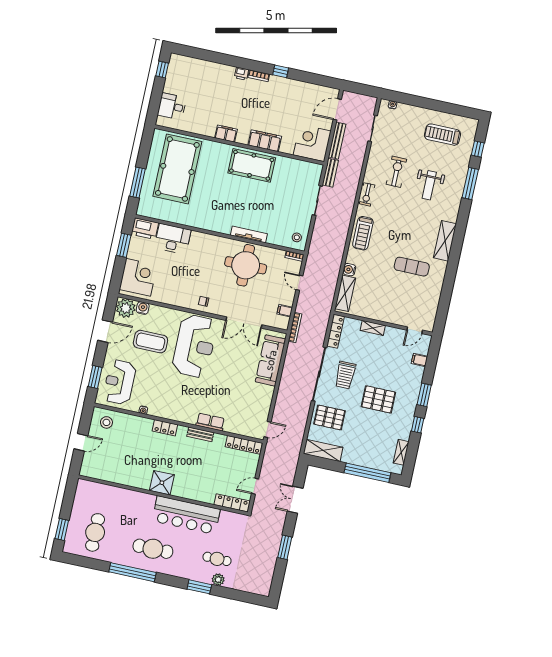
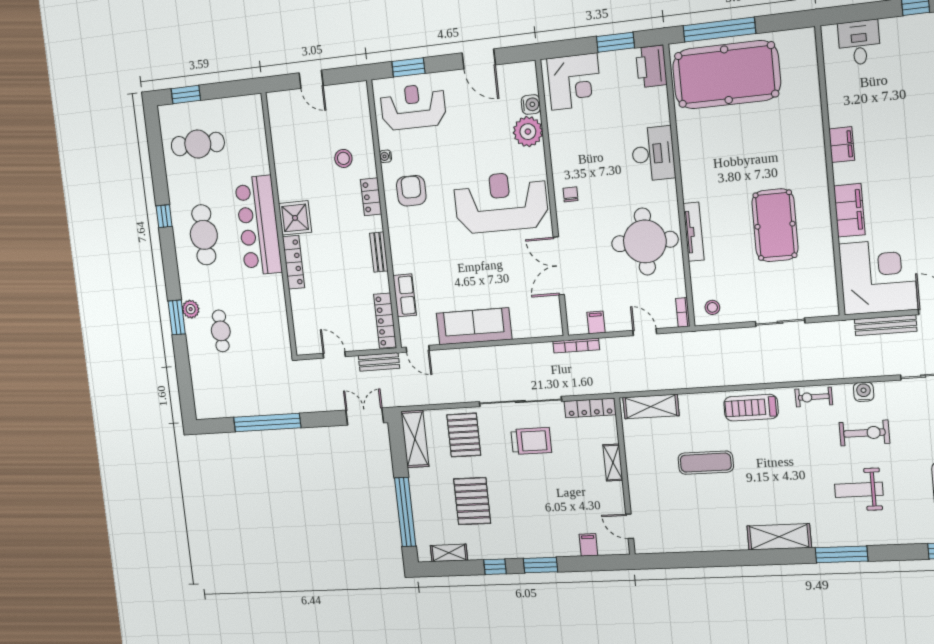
corner desk: (312, 143) -> (878, 277), width x1.36, depth x1.36
pool table: (252, 165) -> (775, 225), moved
pool table: (177, 169) -> (726, 75), moved
bench: (330, 173) -> (379, 362), moved
window: (137, 182) -> (719, 30), width x1.46
window: (470, 184) -> (842, 554), moved
desk: (173, 239) -> (653, 154), moved
exercise mat: (412, 267) -> (706, 463), moved, turned 90
water cooler: (349, 270) -> (864, 392), moved
door: (299, 283) -> (645, 332), hinge flipped
plant: (126, 308) -> (528, 132), moved
coffee table: (150, 342) -> (486, 133), removed
reception desk: (195, 346) -> (501, 202), turned 180
sofa: (270, 360) -> (474, 326), moved
trolley: (345, 375) -> (531, 441), turned 180
pallet: (378, 399) -> (472, 501), moved
armchair: (170, 400) -> (411, 191), added
stool: (106, 422) -> (343, 158), moved
row of seats: (210, 422) -> (405, 295), moved
double door: (295, 500) -> (365, 416), moved
locker: (232, 503) -> (294, 262), moved
bar counter: (186, 515) -> (258, 225), moved
window: (285, 547) -> (267, 423), width x2.11
window: (132, 572) -> (164, 216), width x0.32
plant: (218, 580) -> (191, 309), moved

